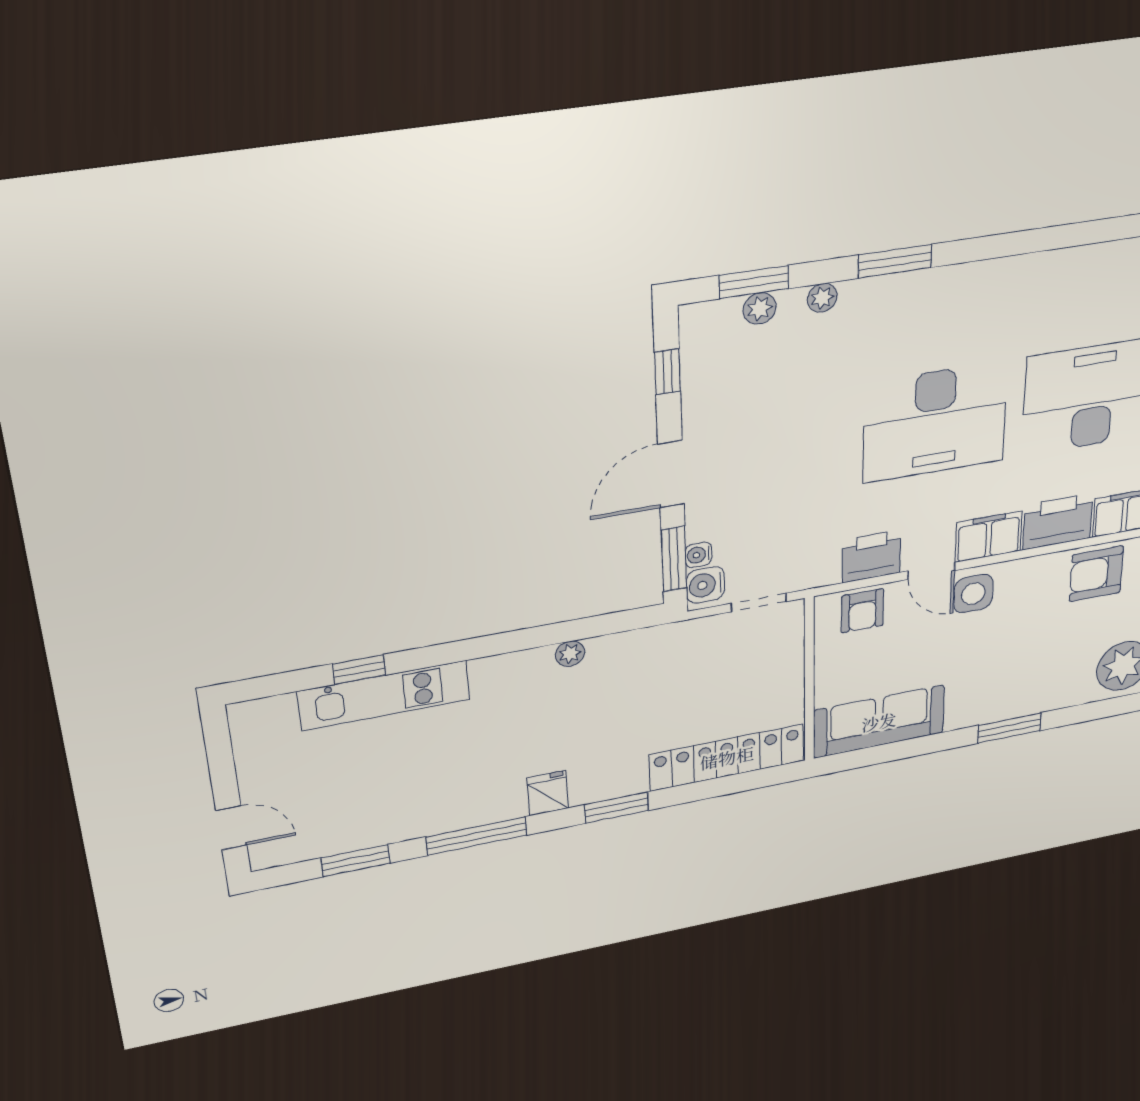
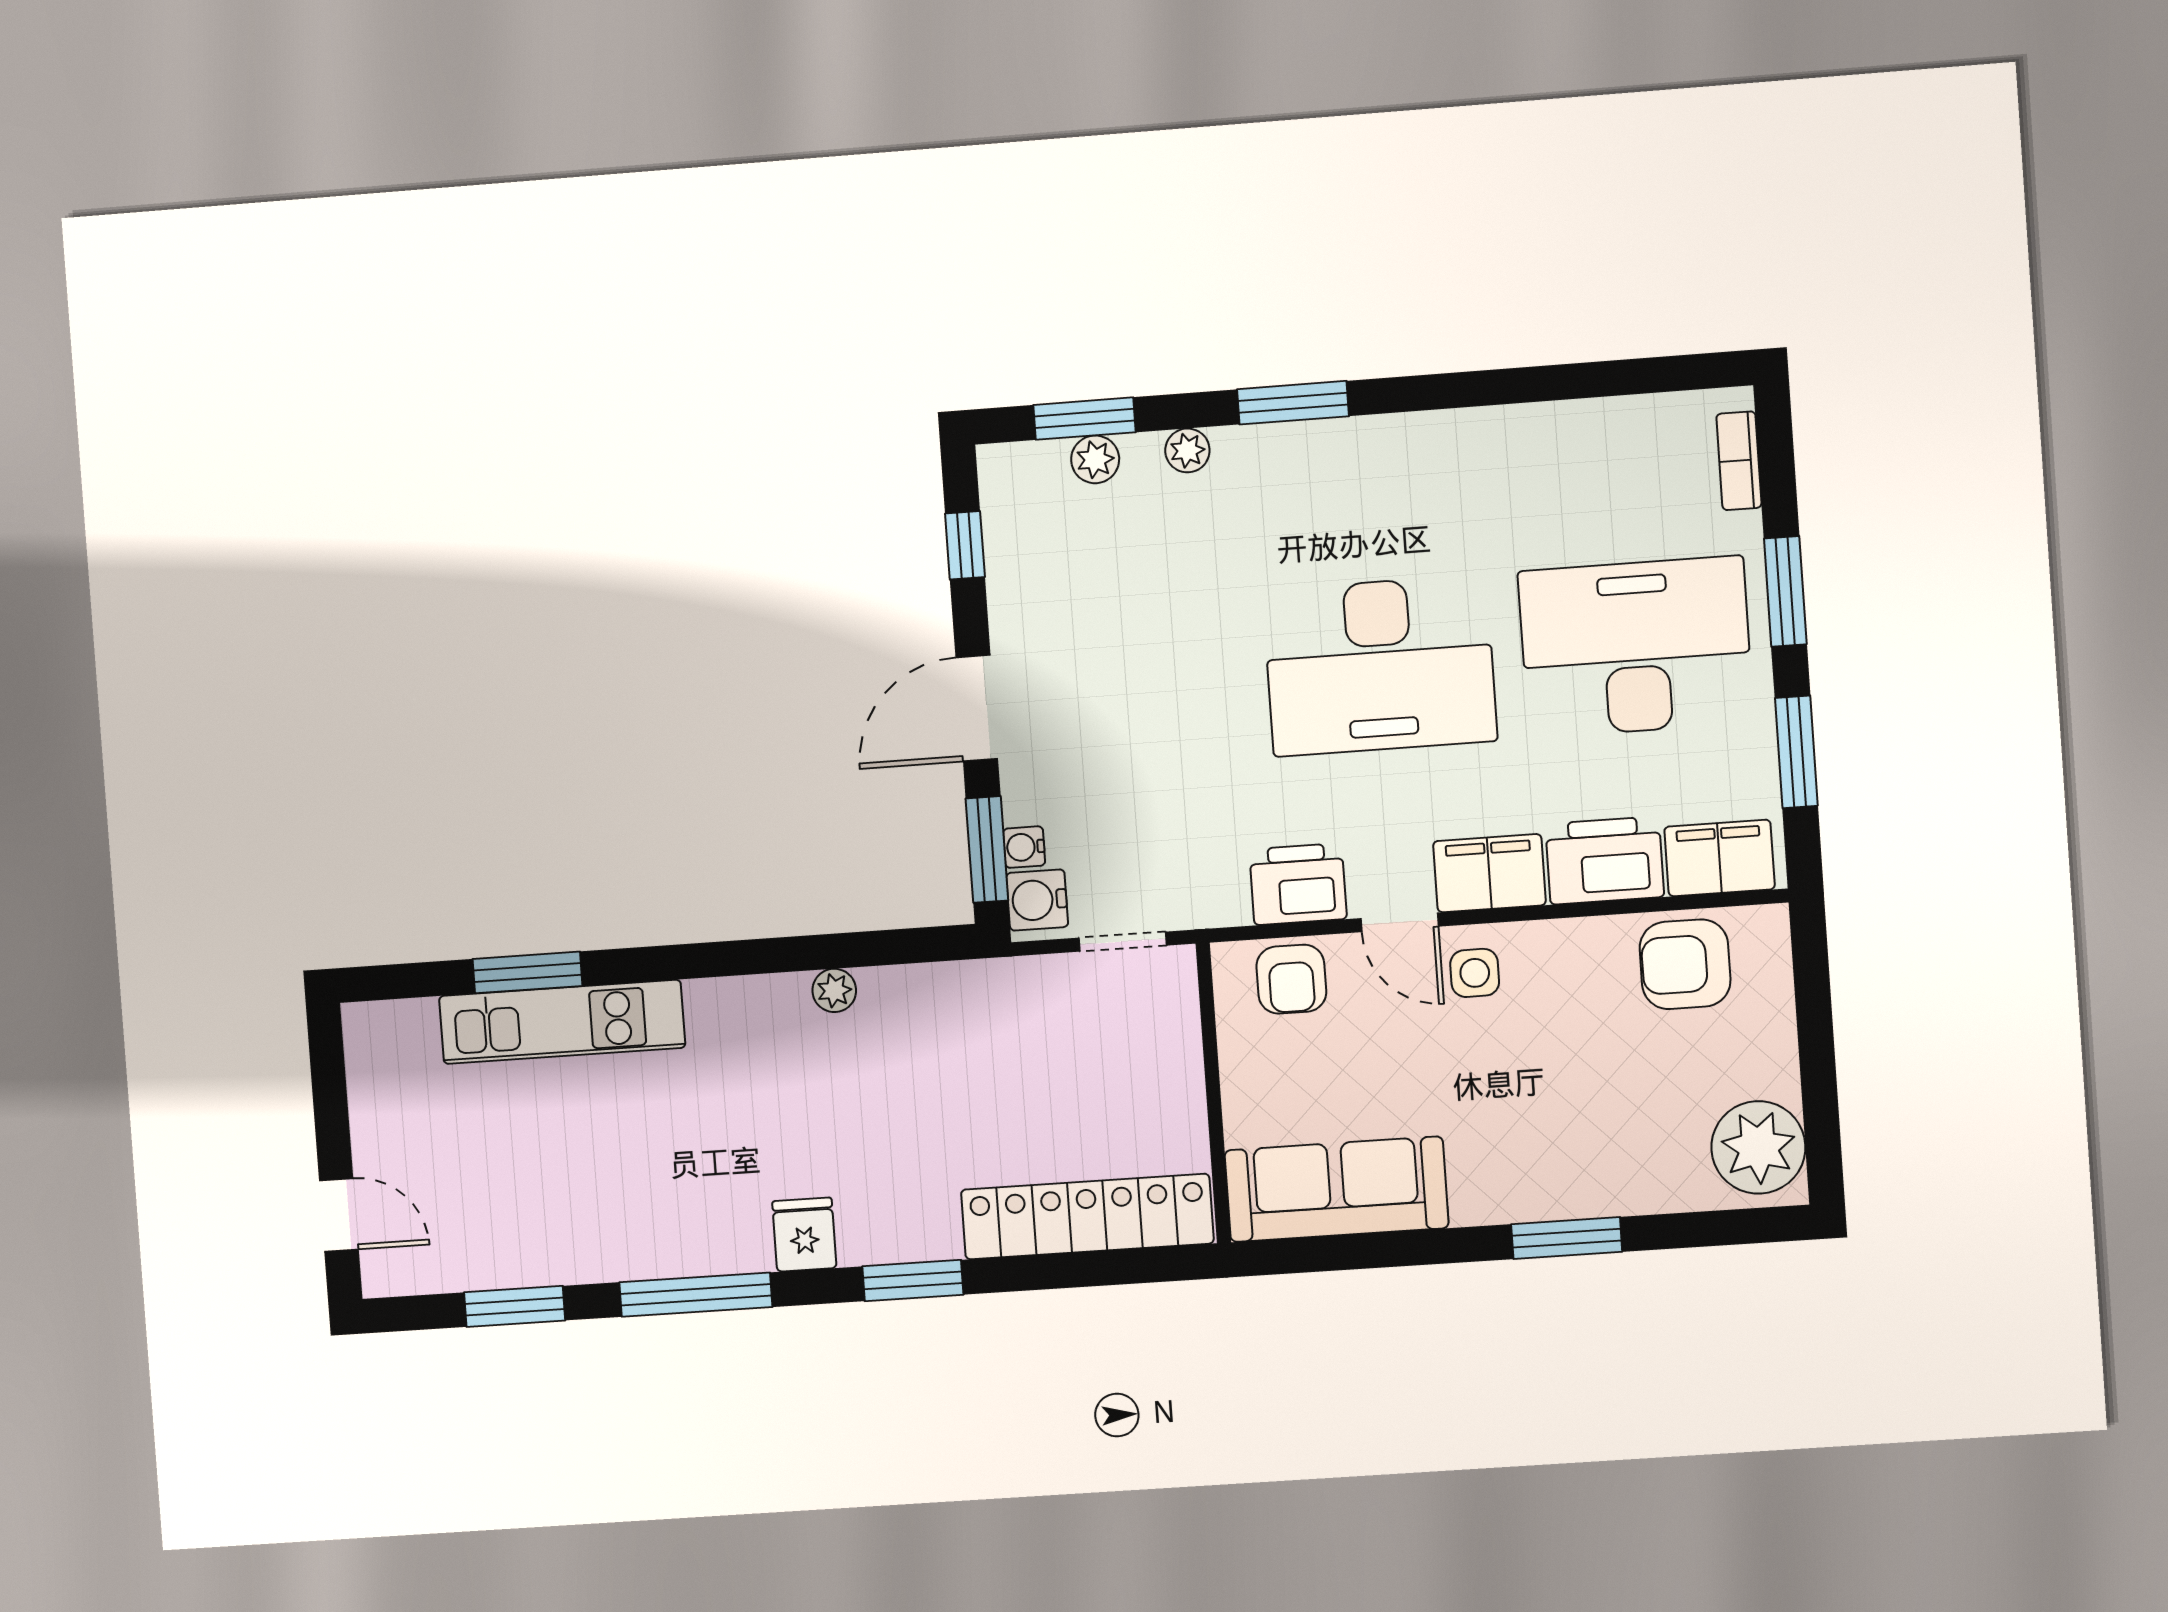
side table: (973, 594) -> (1475, 973), width x0.73, depth x0.73
window: (359, 669) -> (527, 972), width x1.50

